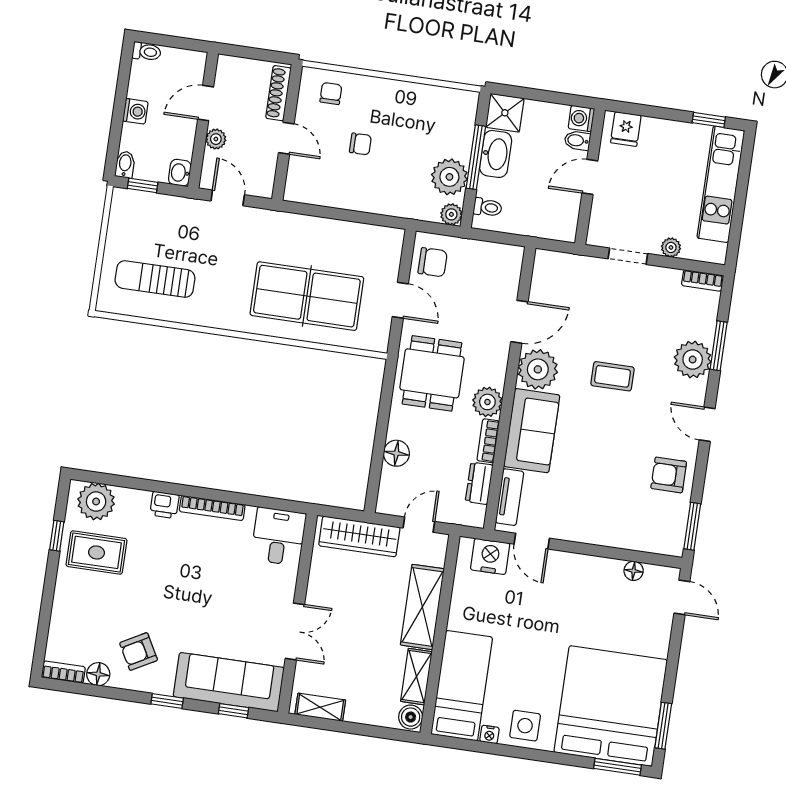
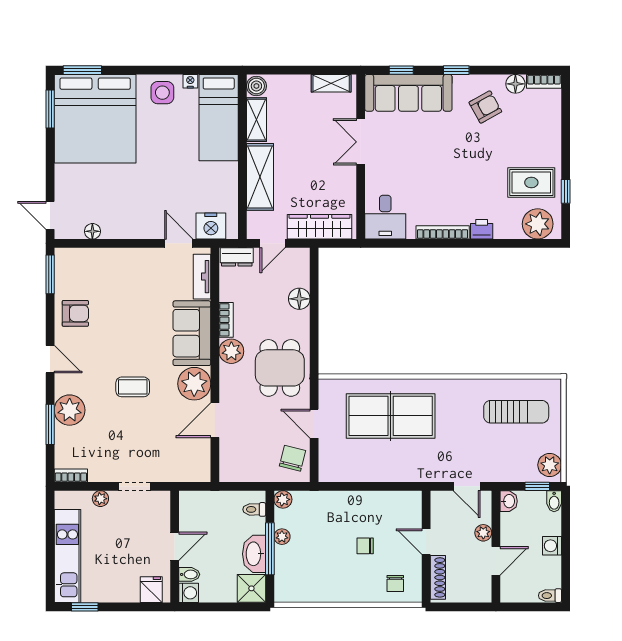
plant: (449, 177) -> (282, 537), width x0.53, depth x0.53
plant: (124, 209) -> (550, 465), added
chair: (433, 262) -> (292, 458), turned 104
dresser: (479, 483) -> (237, 257), moved, turned 90

